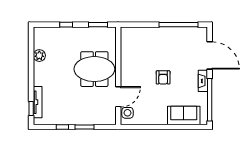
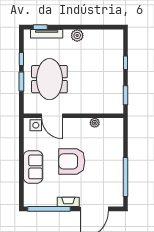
plant: (125, 55) -> (95, 123), added
plant: (39, 56) -> (77, 35), moved
meeting table: (94, 69) -> (49, 79), moved
armchair: (163, 77) -> (72, 161), width x1.88, depth x1.88
sofa: (184, 115) -> (33, 167), moved

